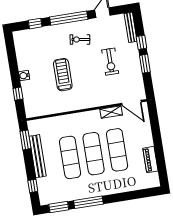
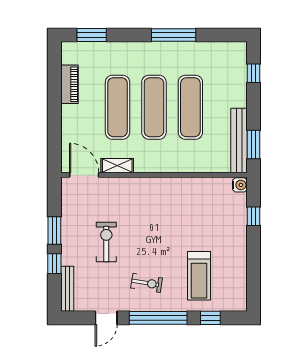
treadmill: (63, 75) -> (199, 276), moved
water cooler: (24, 76) -> (240, 185), moved
bench: (38, 156) -> (239, 141), moved
window: (59, 207) -> (92, 35), moved

